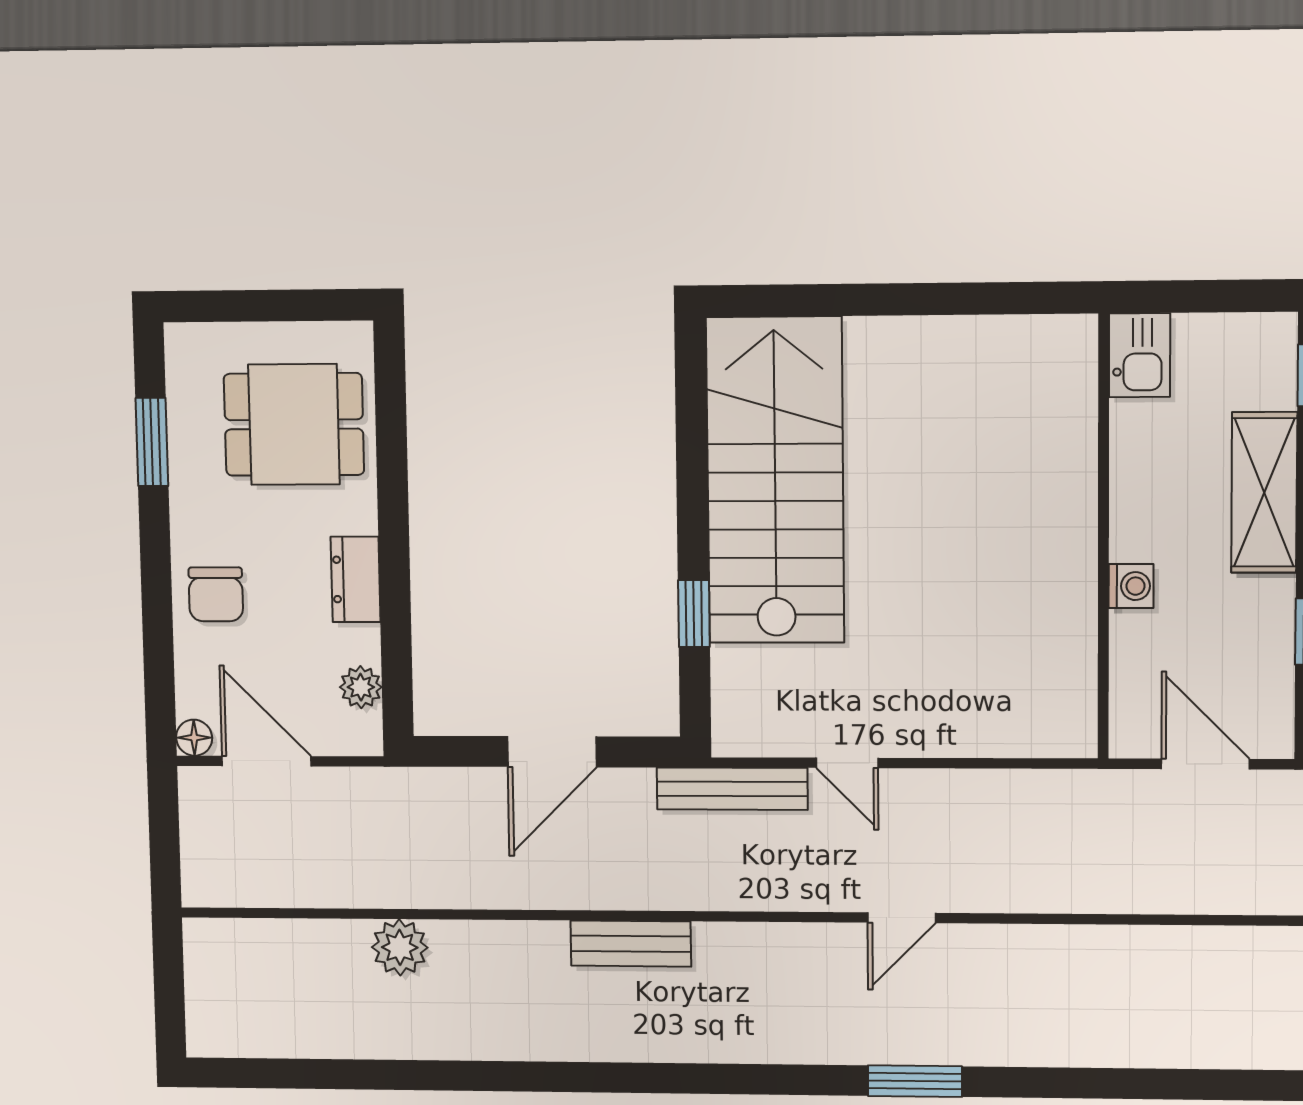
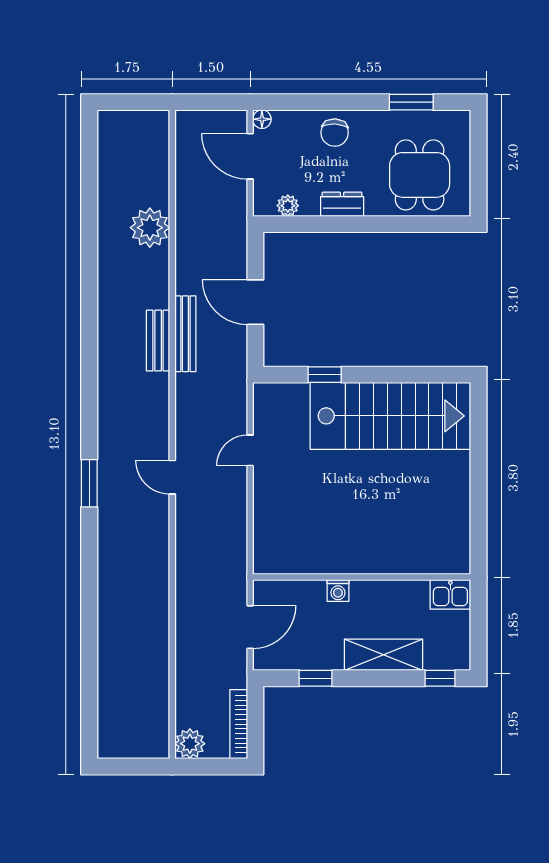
chair: (216, 594) -> (335, 133), turned -87
door: (267, 761) -> (250, 156), swing flipped
bench: (732, 789) -> (185, 334), moved
plant: (400, 947) -> (150, 228), width x1.36, depth x1.36

